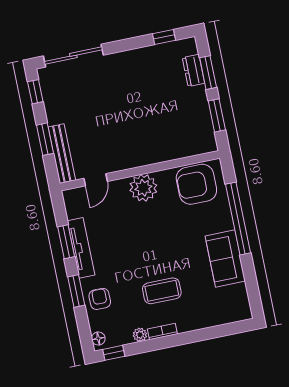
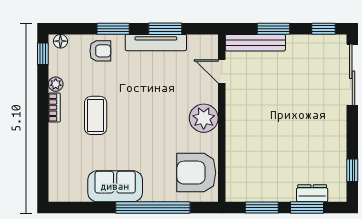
armchair: (196, 184) -> (196, 173), turned -90

